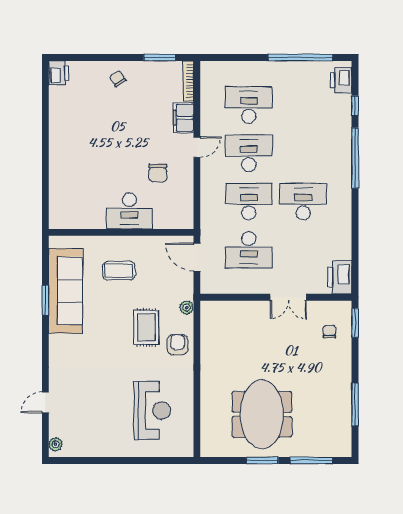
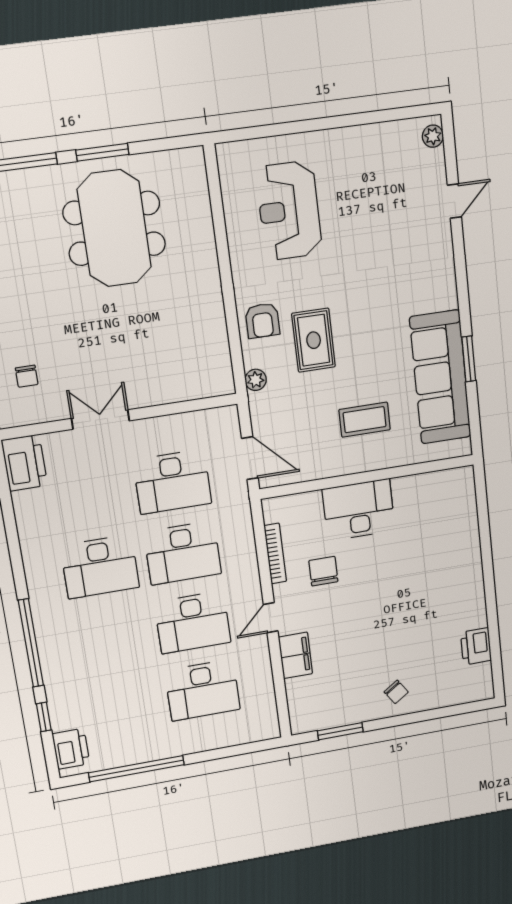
printer: (59, 73) -> (476, 646), moved
bookcase: (188, 81) -> (275, 553), moved
desk: (249, 250) -> (172, 482), turned 180

